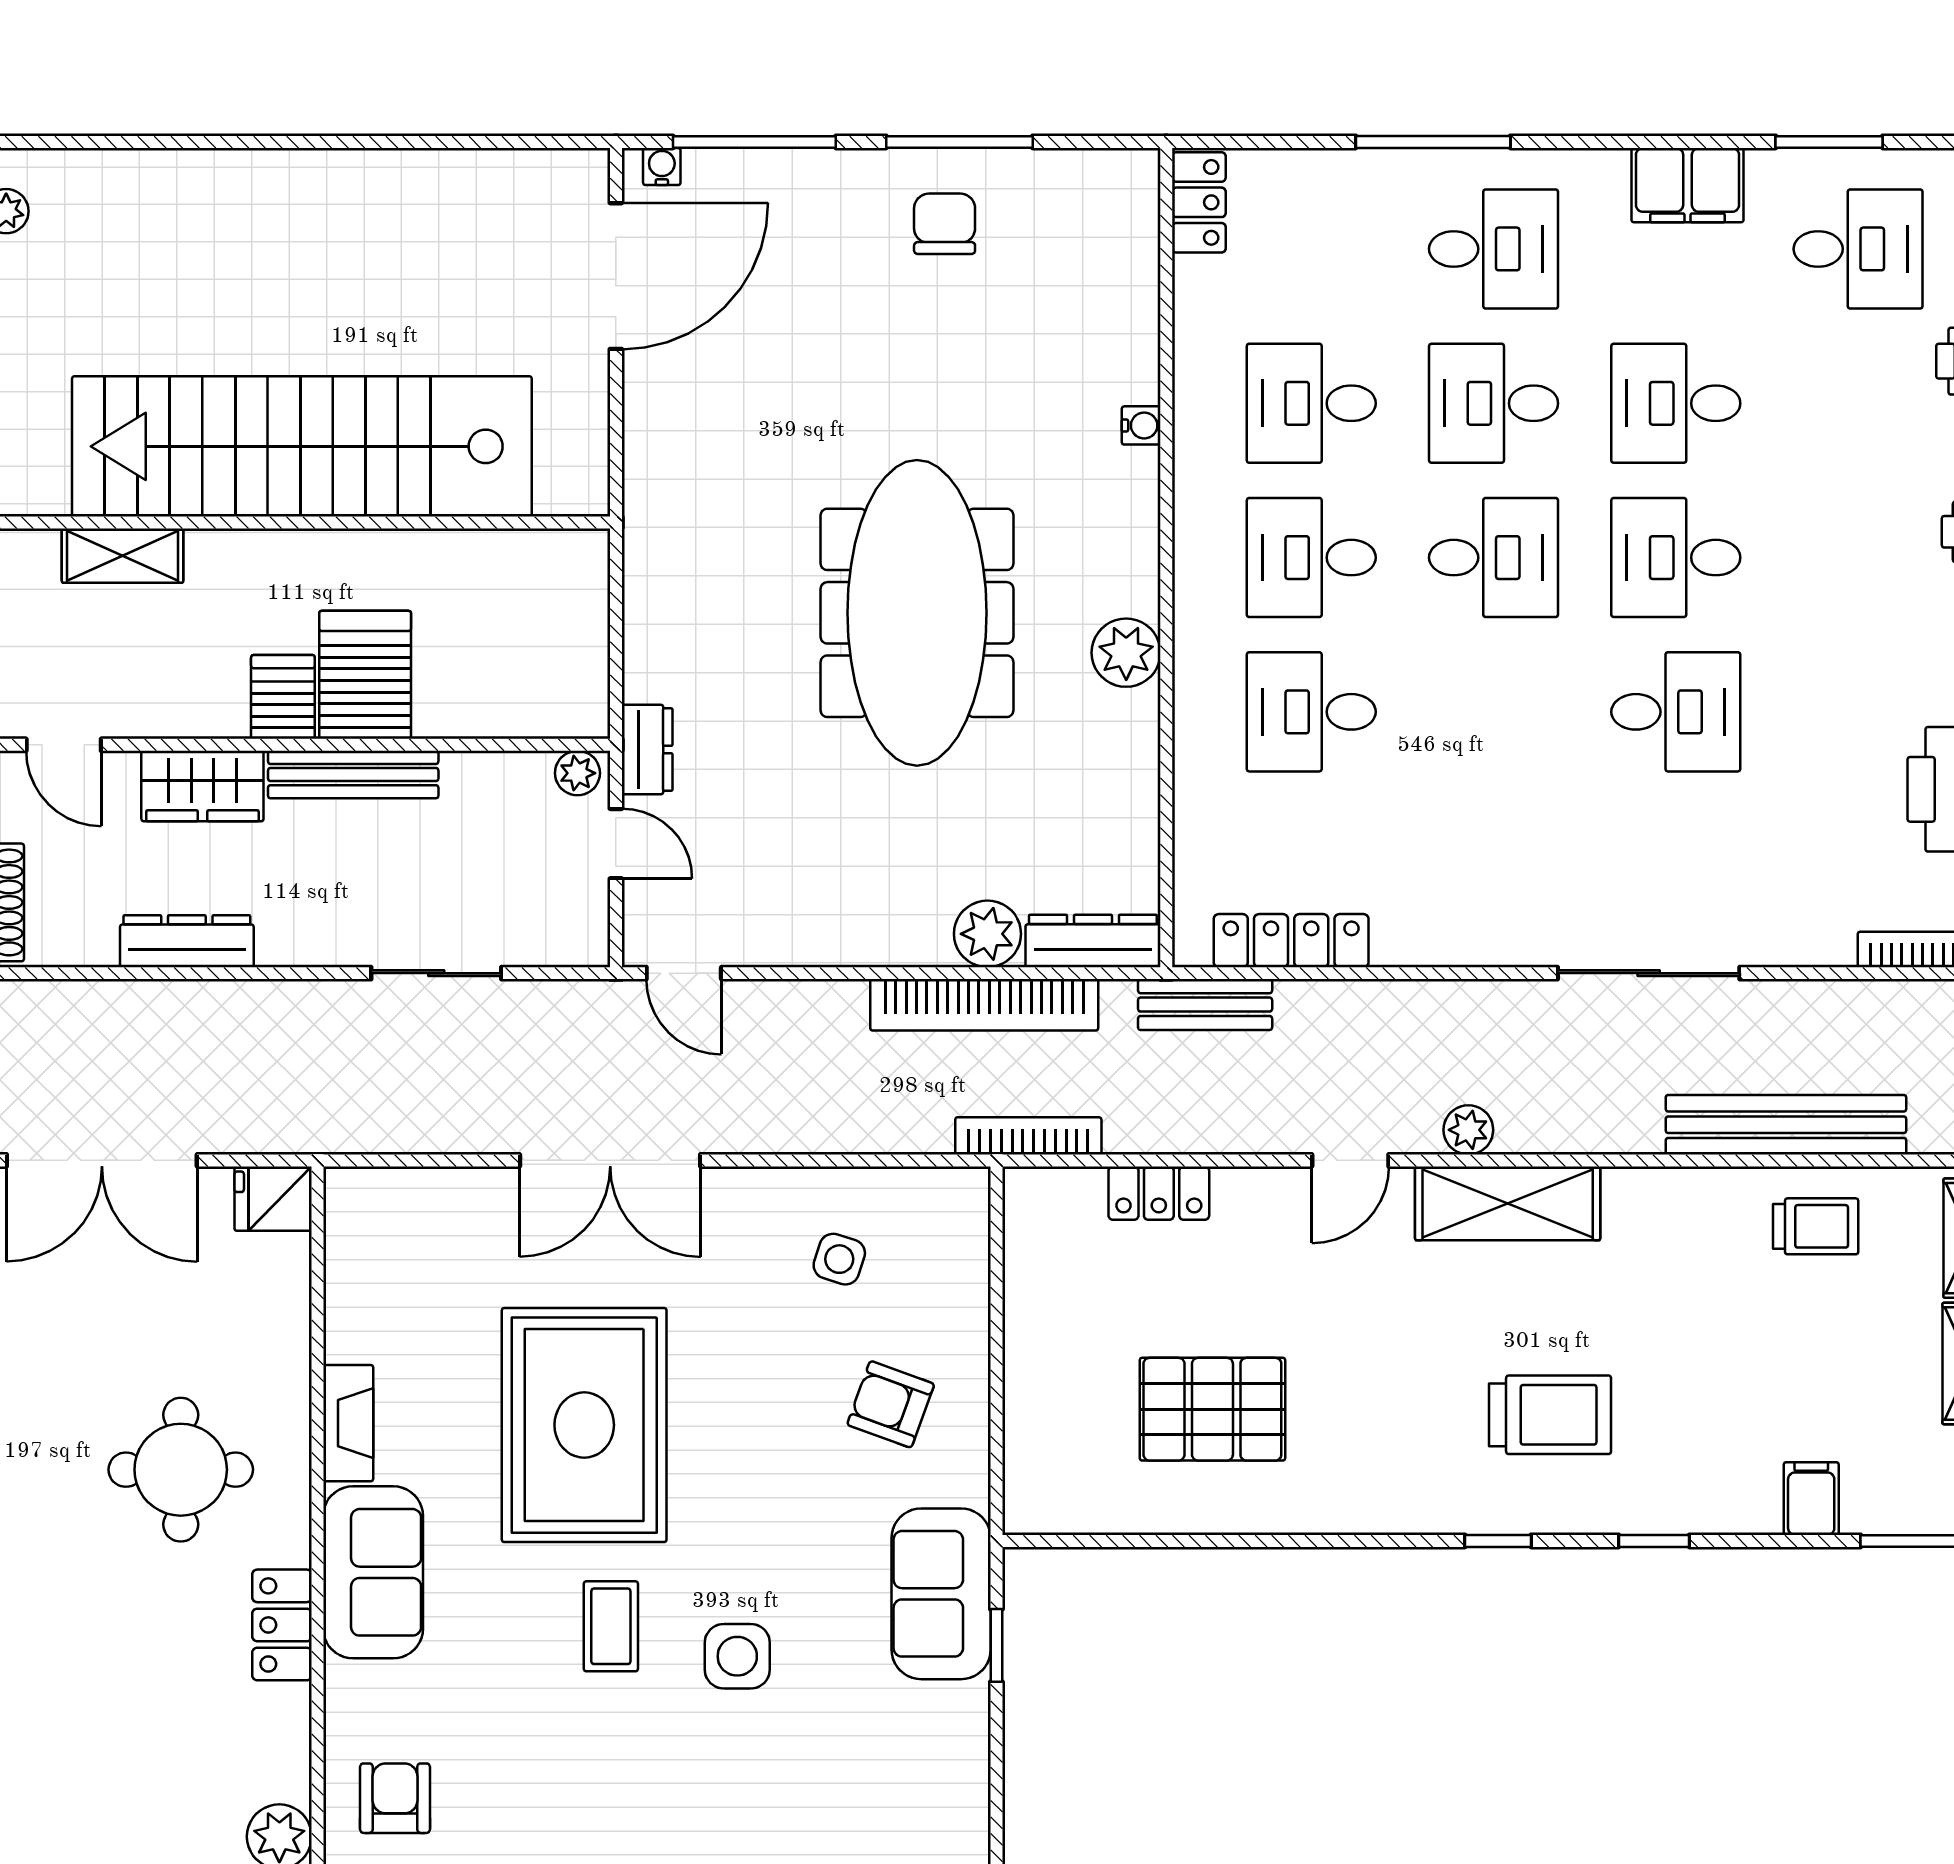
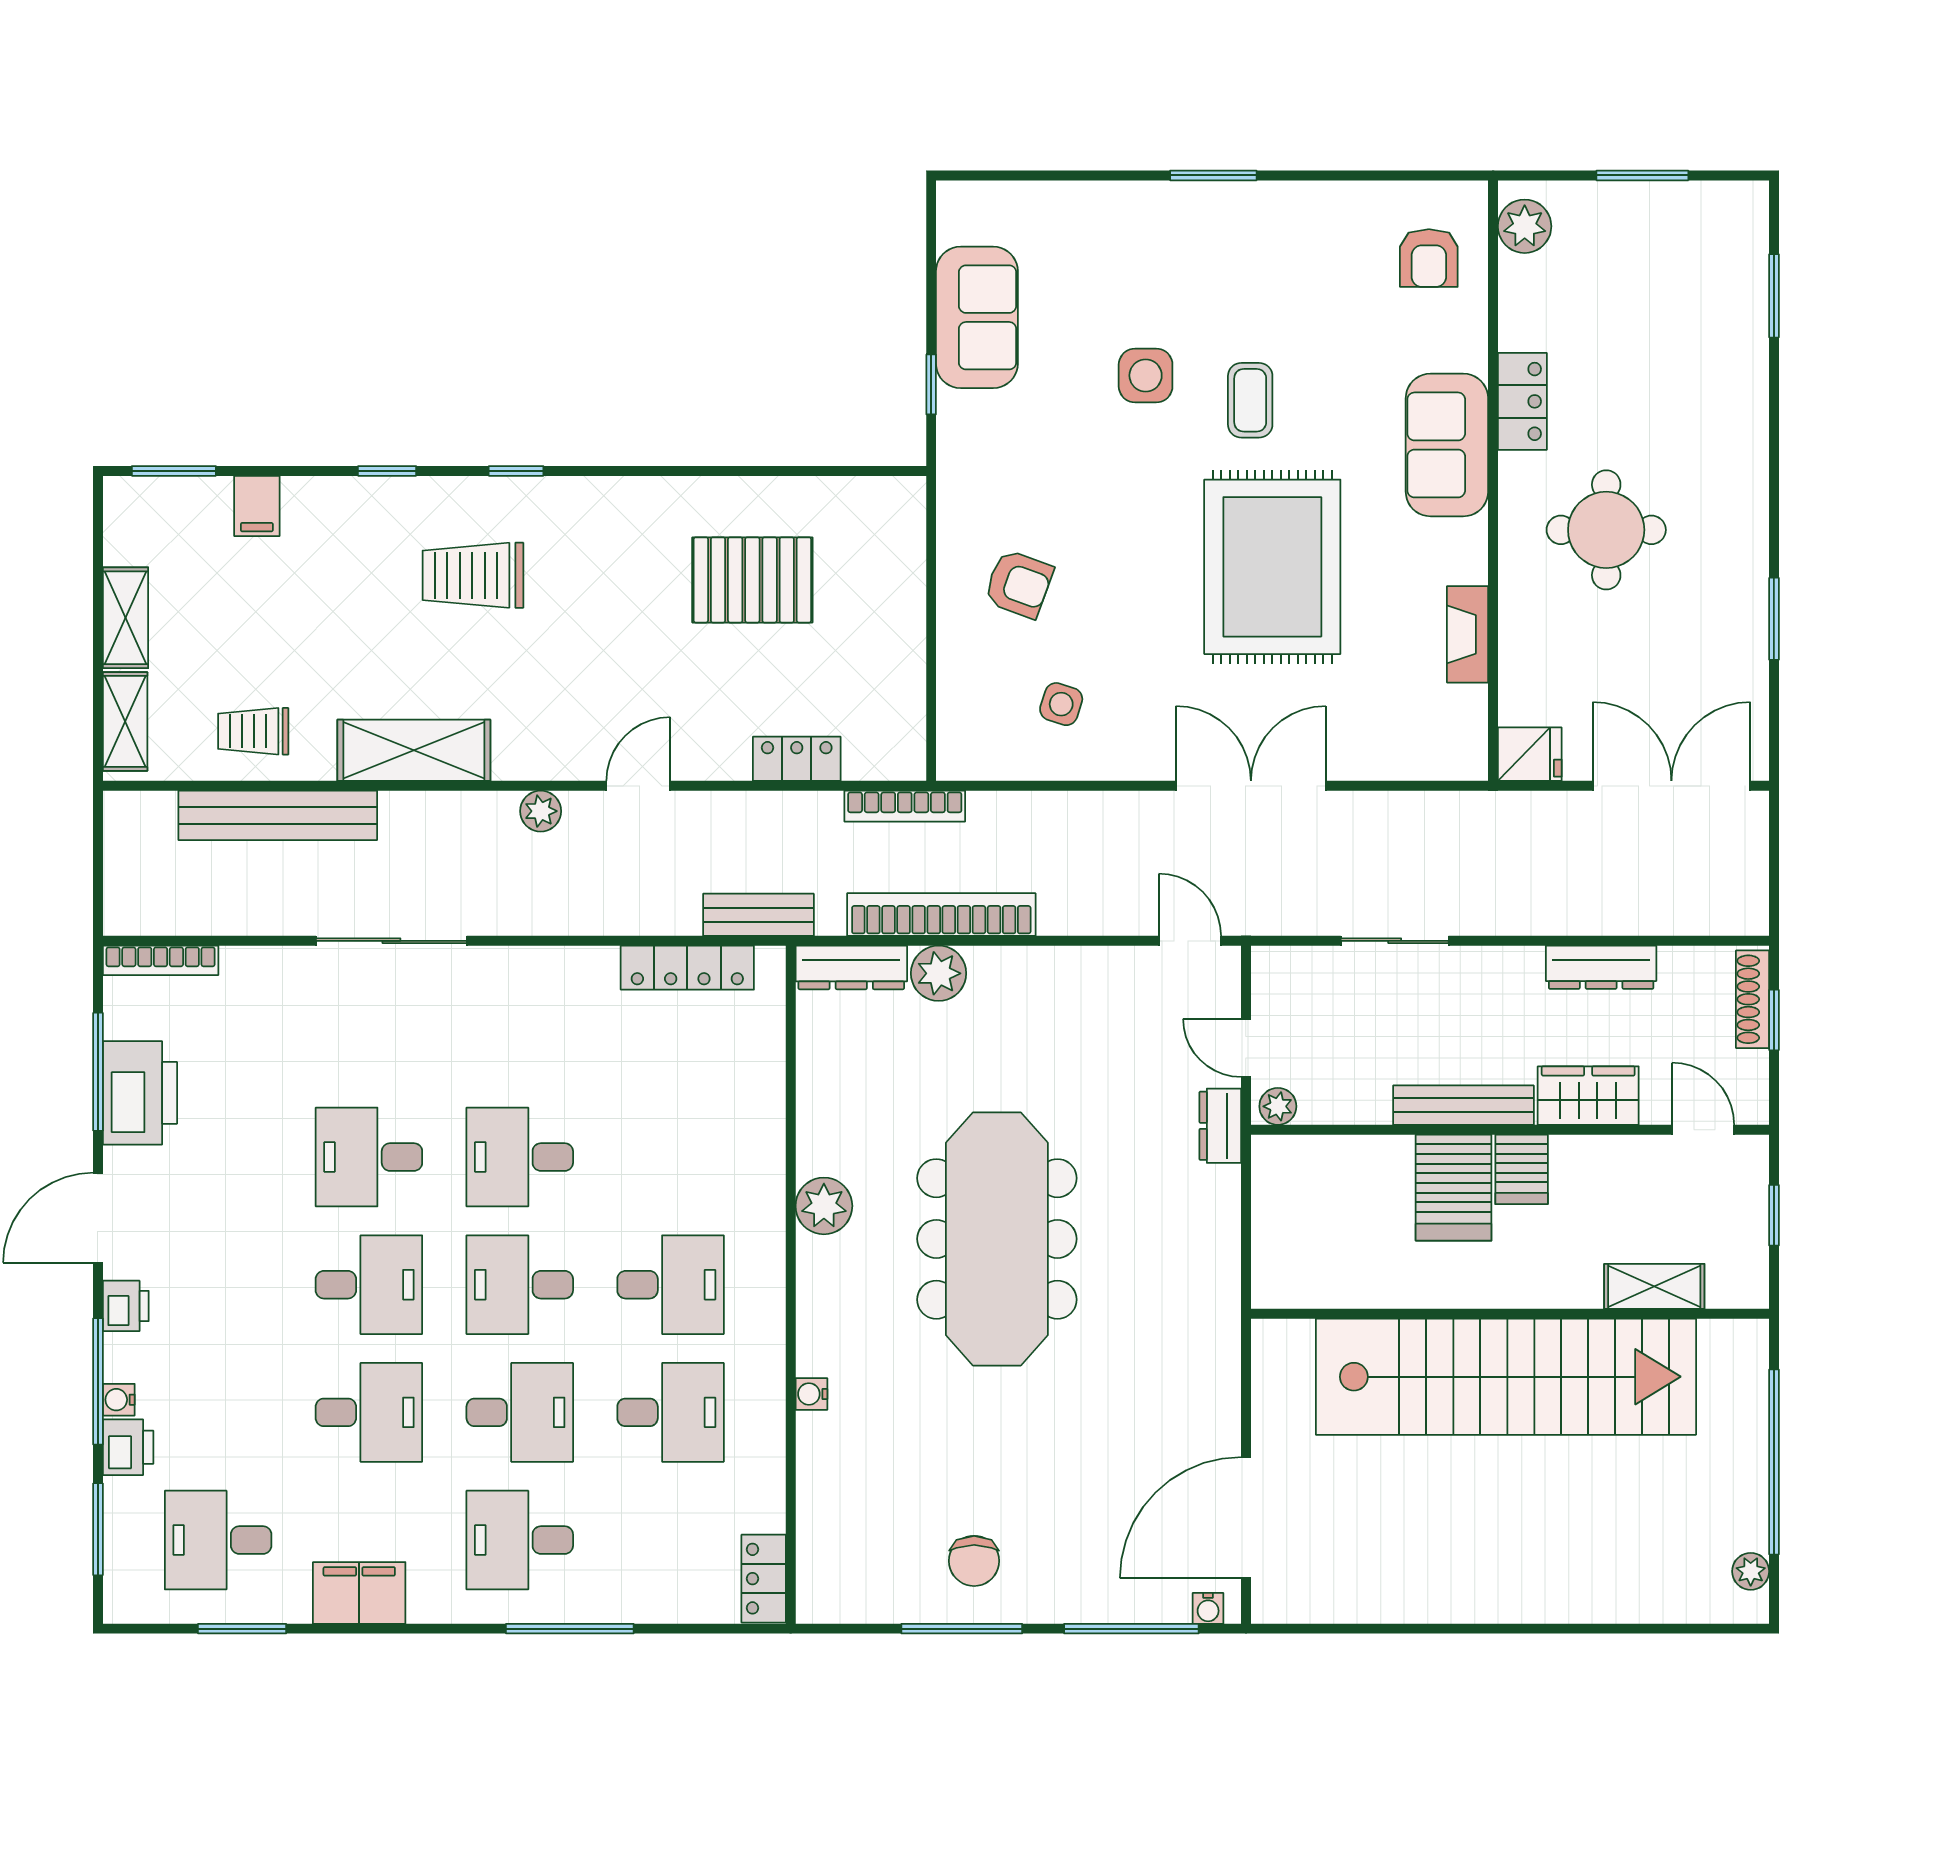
desk: (1311, 712) -> (520, 1157), moved, turned 180
shelving: (1508, 1203) -> (414, 750), moved
fireplace: (348, 1423) -> (1468, 634), moved
sofa: (941, 1594) -> (977, 317), moved

